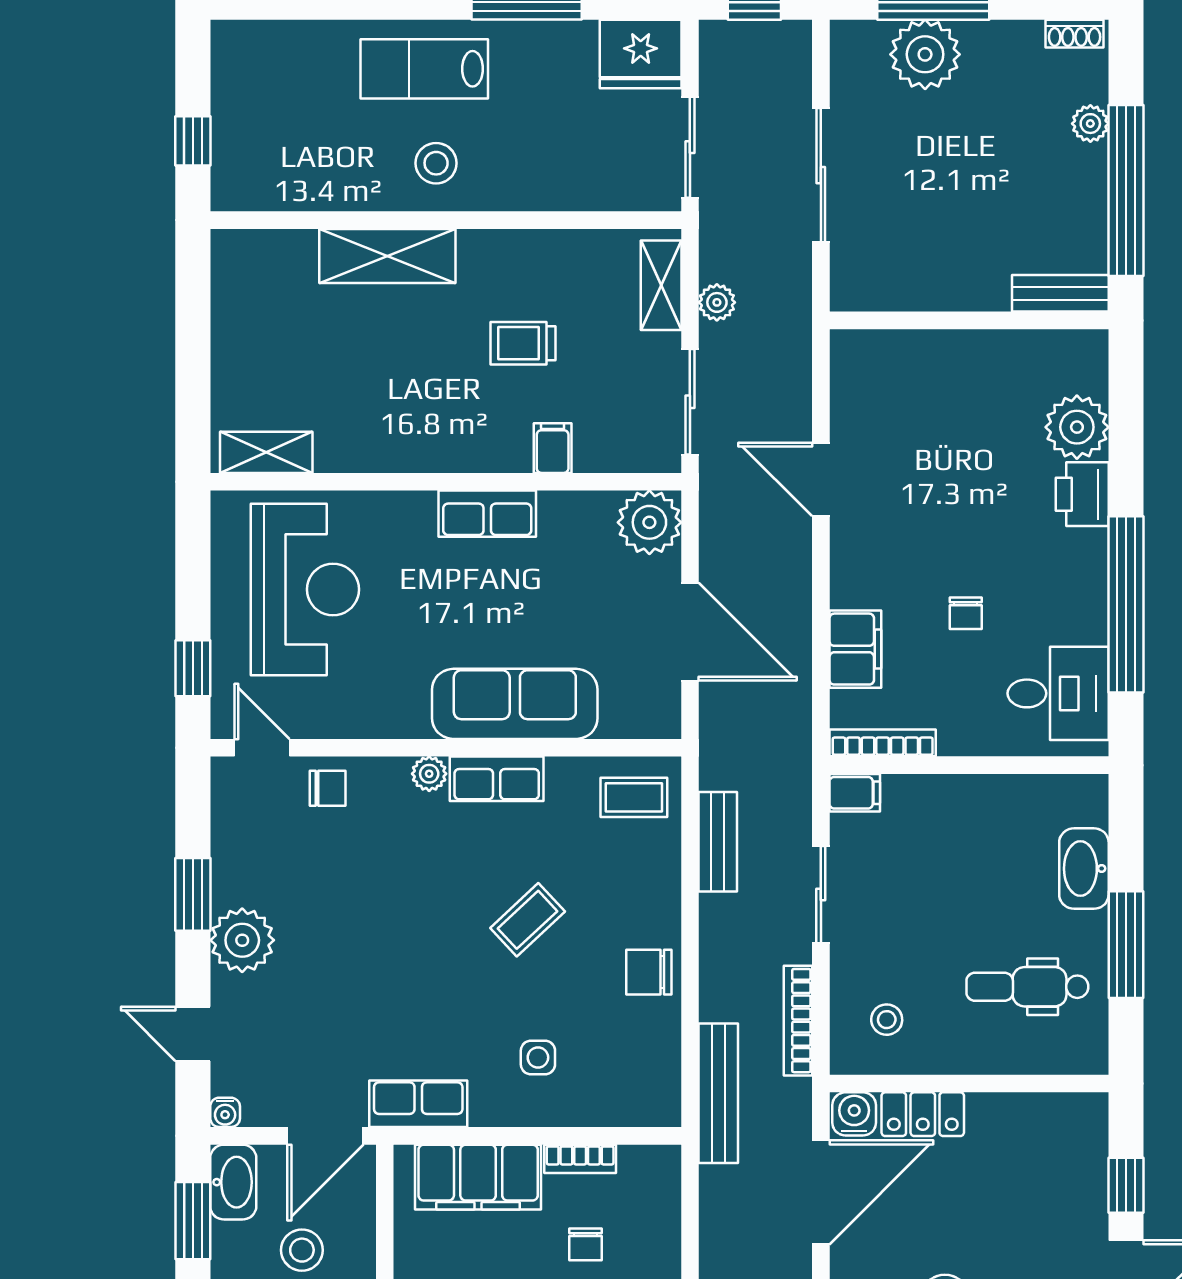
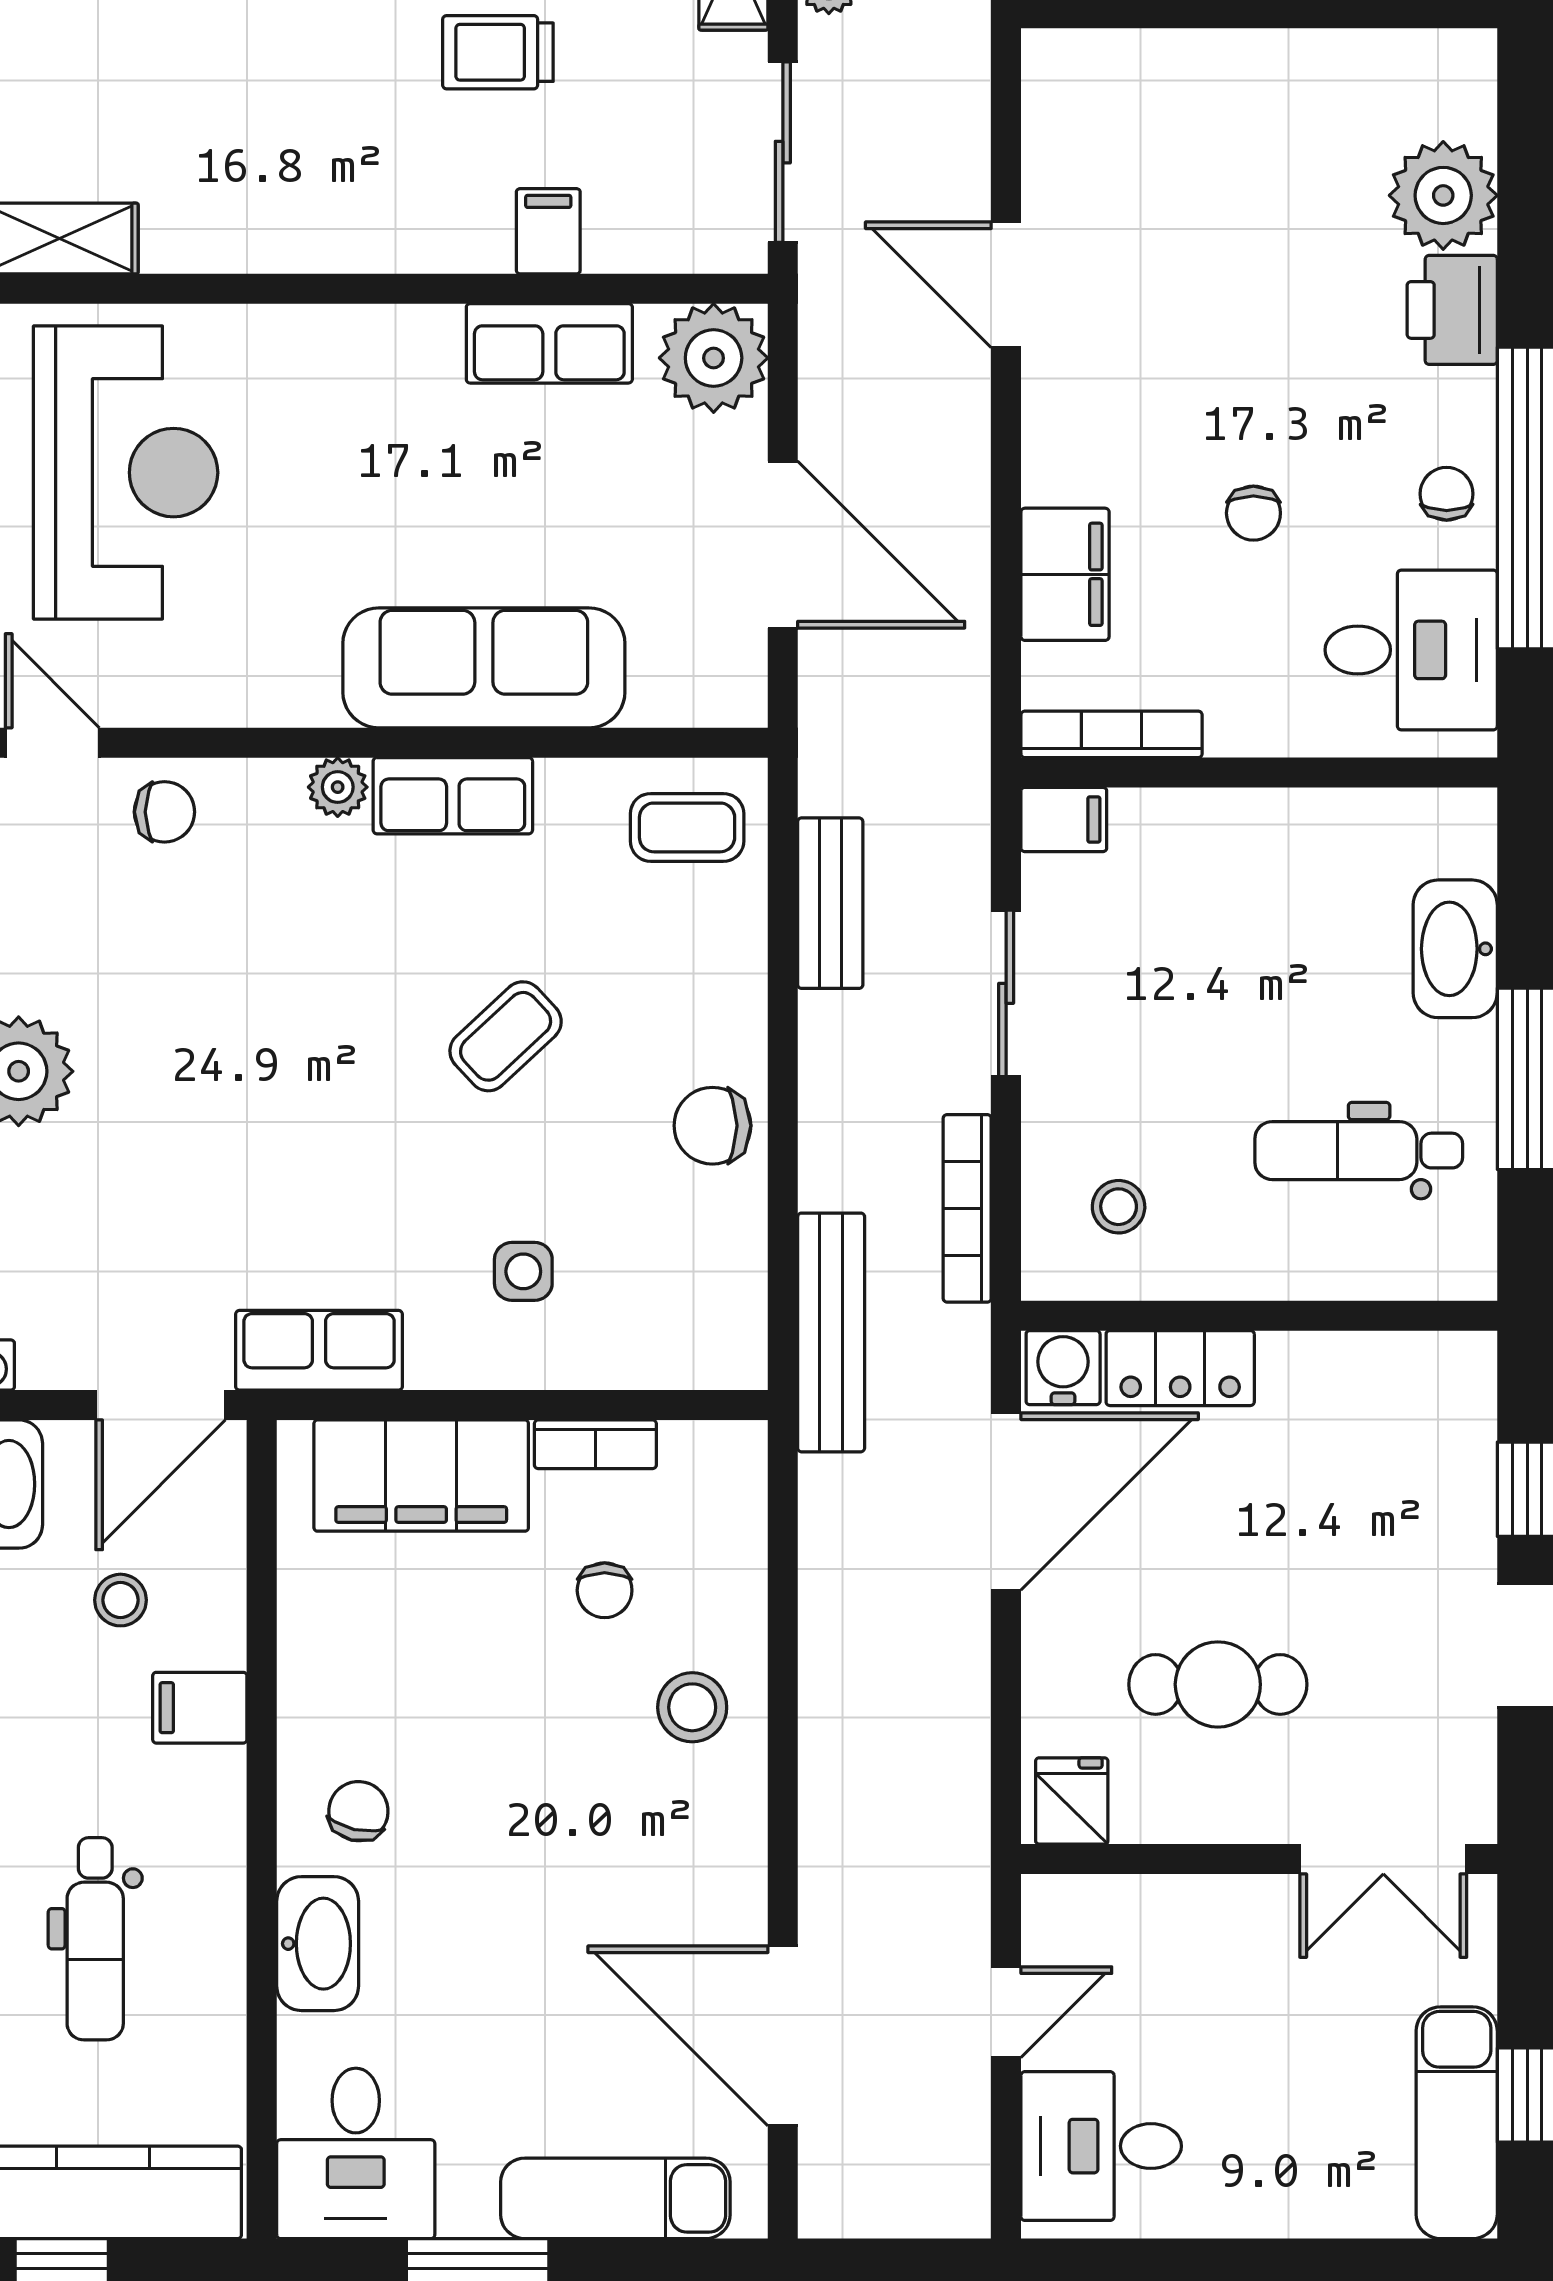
row of seats: (487, 514) -> (549, 343), moved
chair: (1079, 602) -> (1447, 494), added
stool: (302, 1250) -> (120, 1600), width x0.73, depth x0.73

